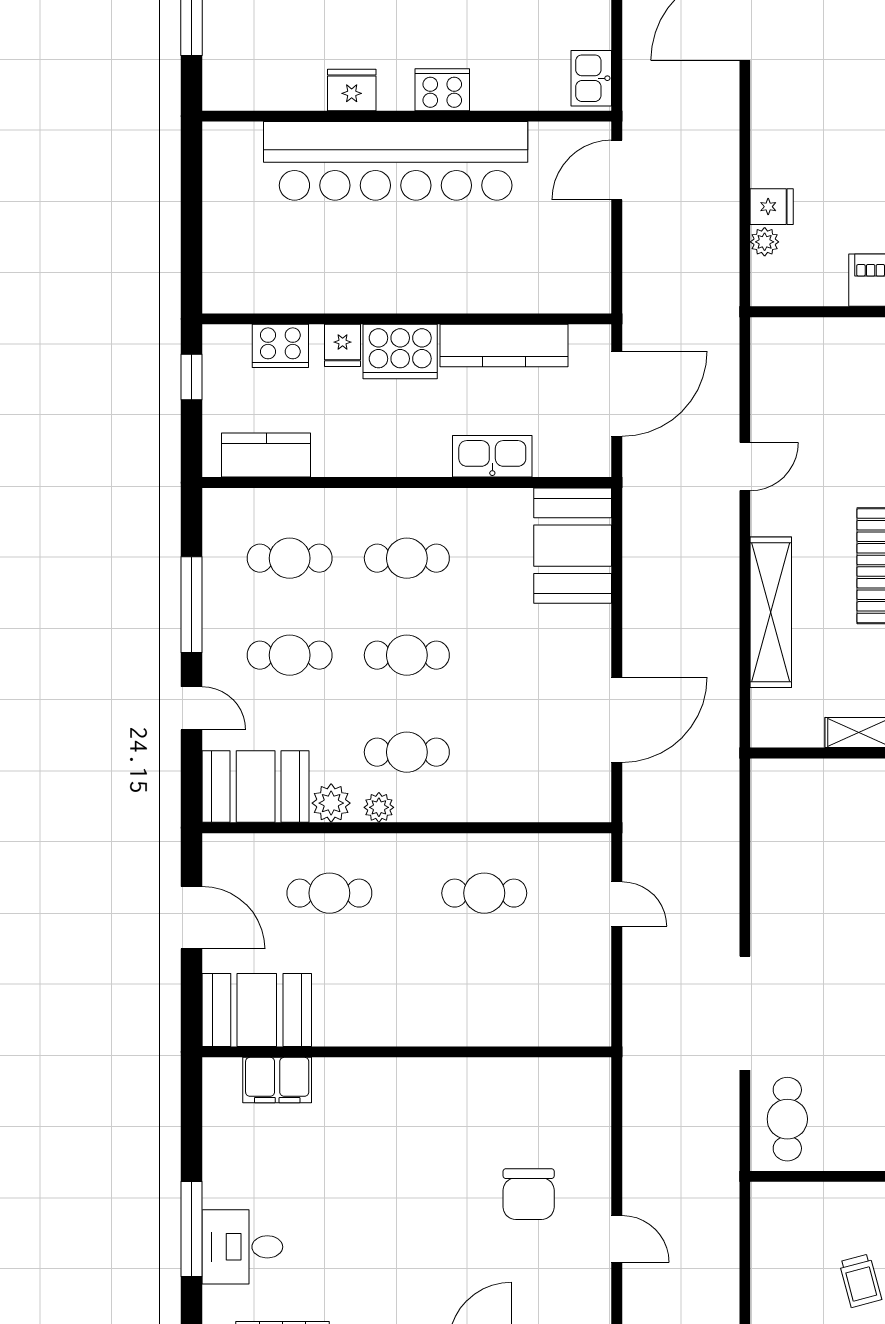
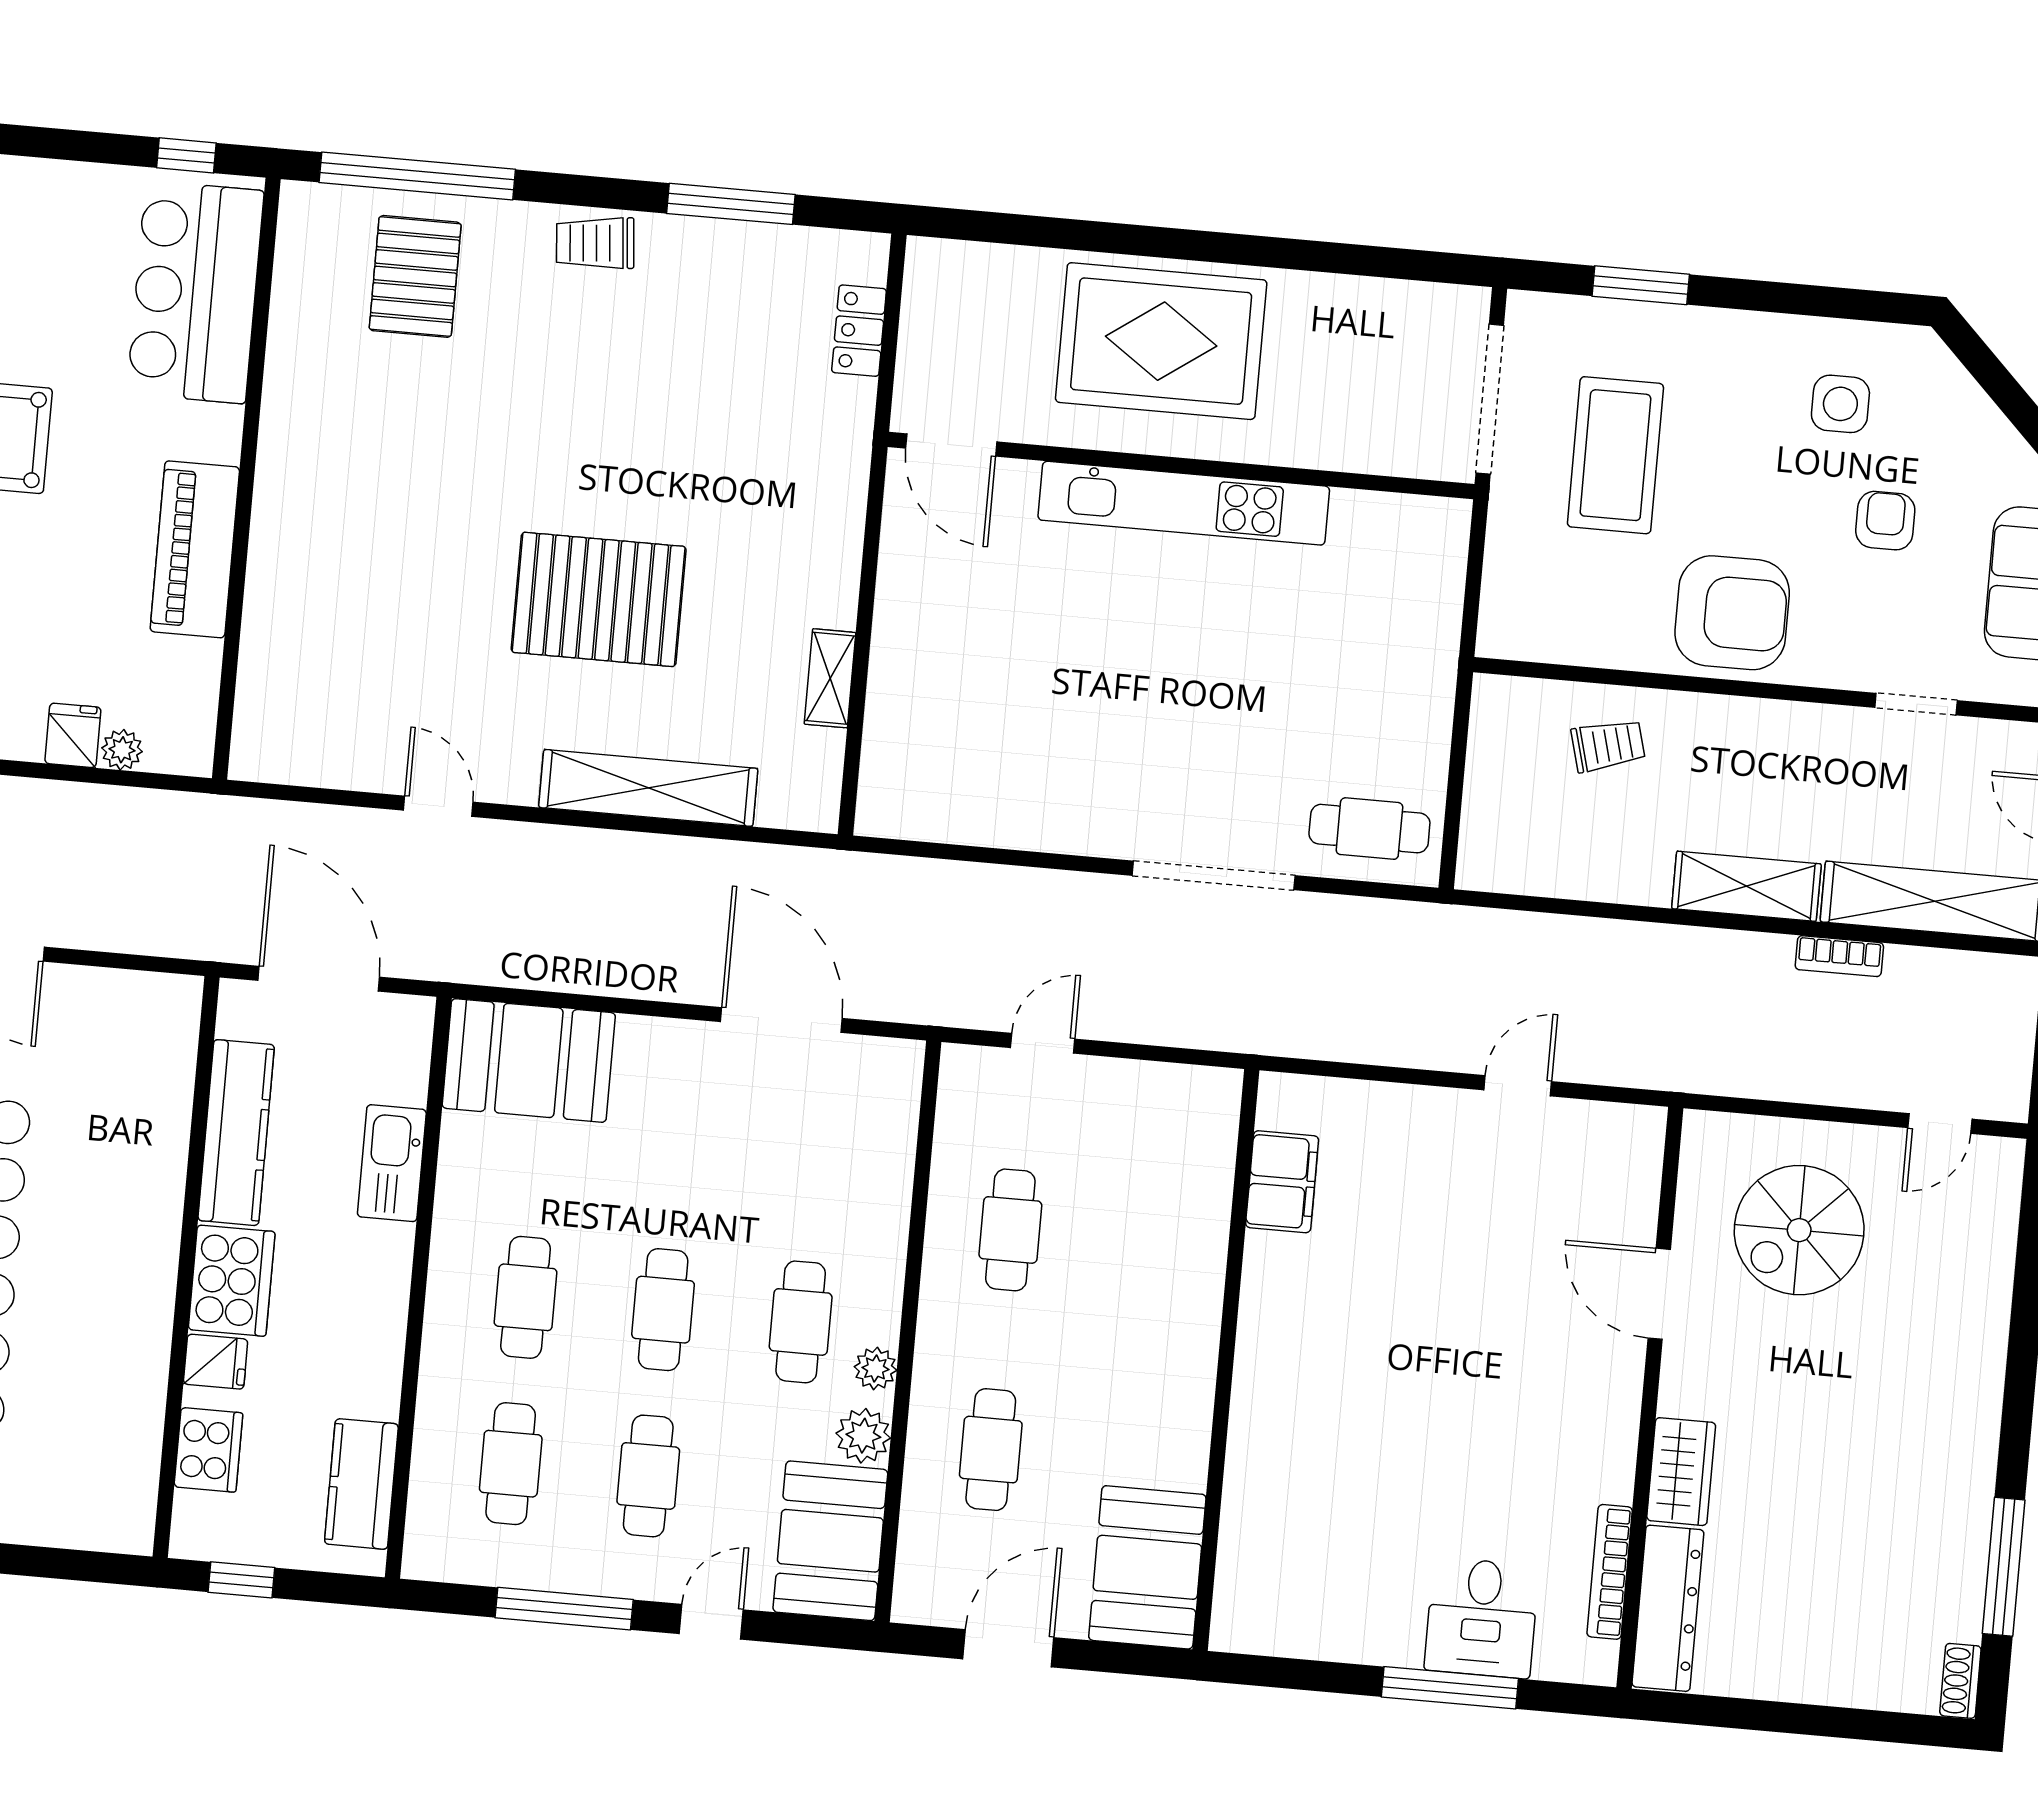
filing cabinet: (277, 1080) -> (1282, 1182), moved
chair: (529, 1194) -> (1443, 1205), removed

